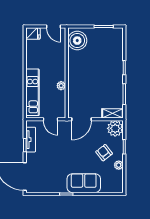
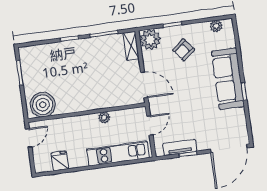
fridge: (33, 34) -> (60, 161), moved
plant: (119, 165) -> (216, 26), moved
sofa: (84, 183) -> (228, 79), width x1.36

